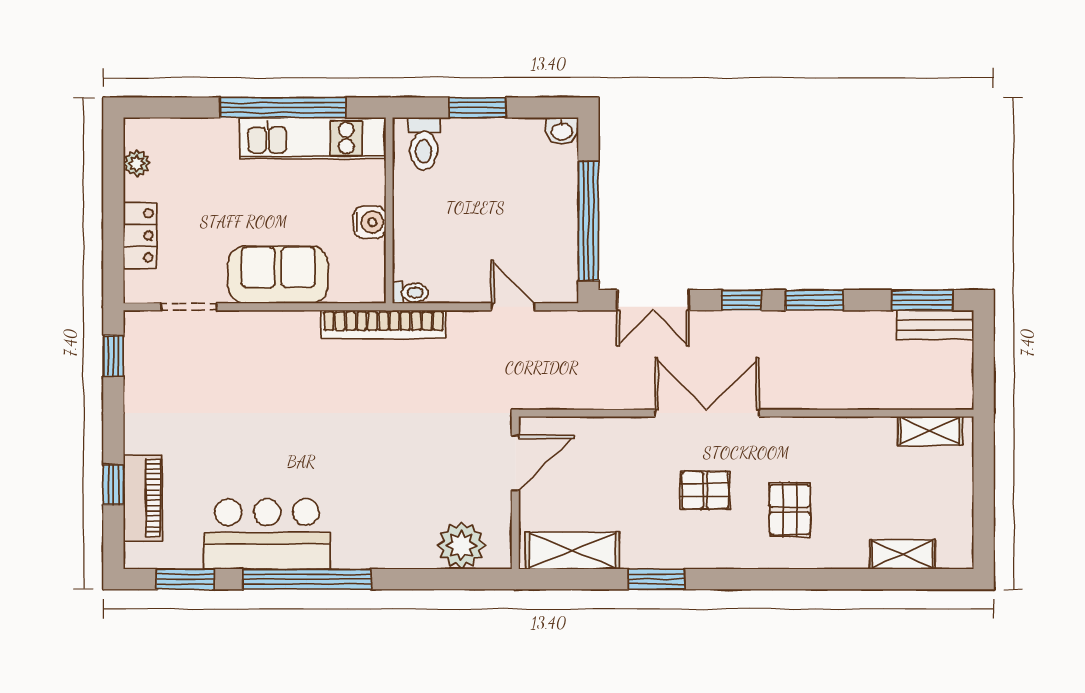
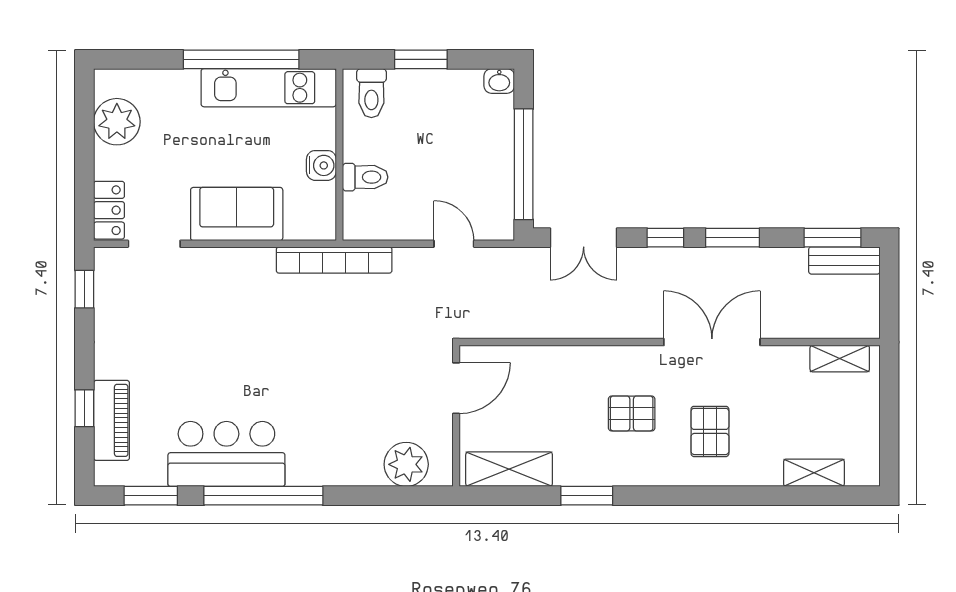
plant: (137, 163) -> (117, 122), width x1.88, depth x1.88
locker: (140, 236) -> (109, 210), moved
toilet: (410, 293) -> (365, 177), moved, width x1.37, depth x1.39
double door: (707, 413) -> (712, 342), moved

